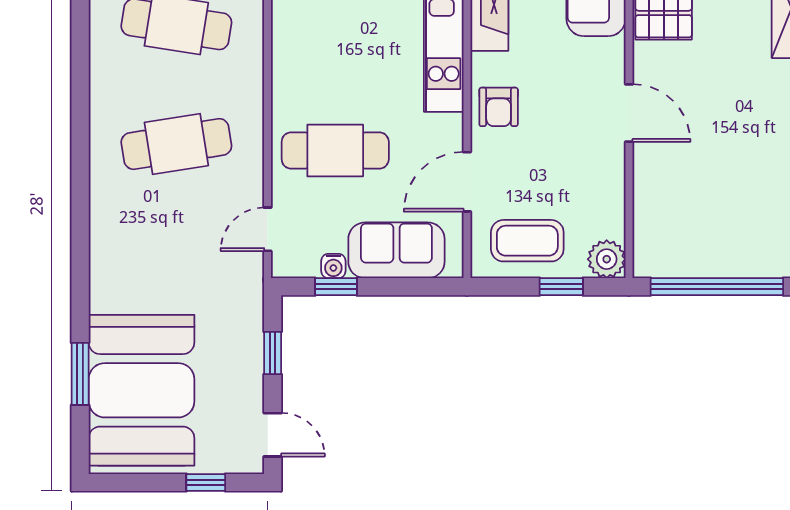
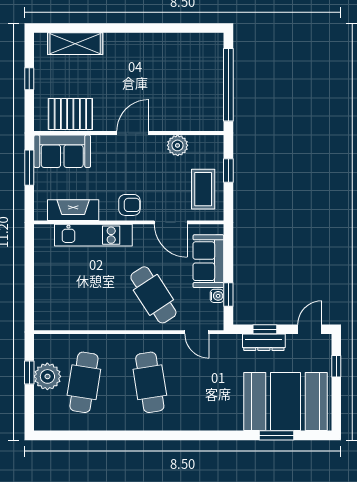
cafe table: (335, 150) -> (153, 295), turned -33
plant: (607, 259) -> (178, 145), moved
dresser: (249, 351) -> (264, 342), added

